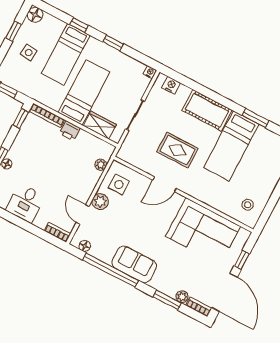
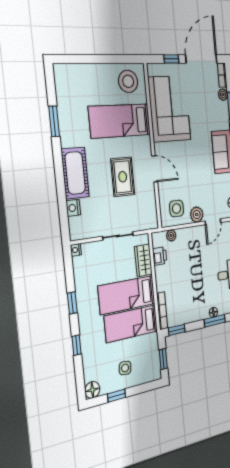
bed: (66, 54) -> (131, 324), moved, turned 180
nightstand: (171, 85) -> (73, 208), moved
printer: (70, 131) -> (160, 256), moved
bed: (231, 146) -> (120, 121), moved, turned 180
stool: (248, 205) -> (128, 81), width x1.89, depth x1.89

